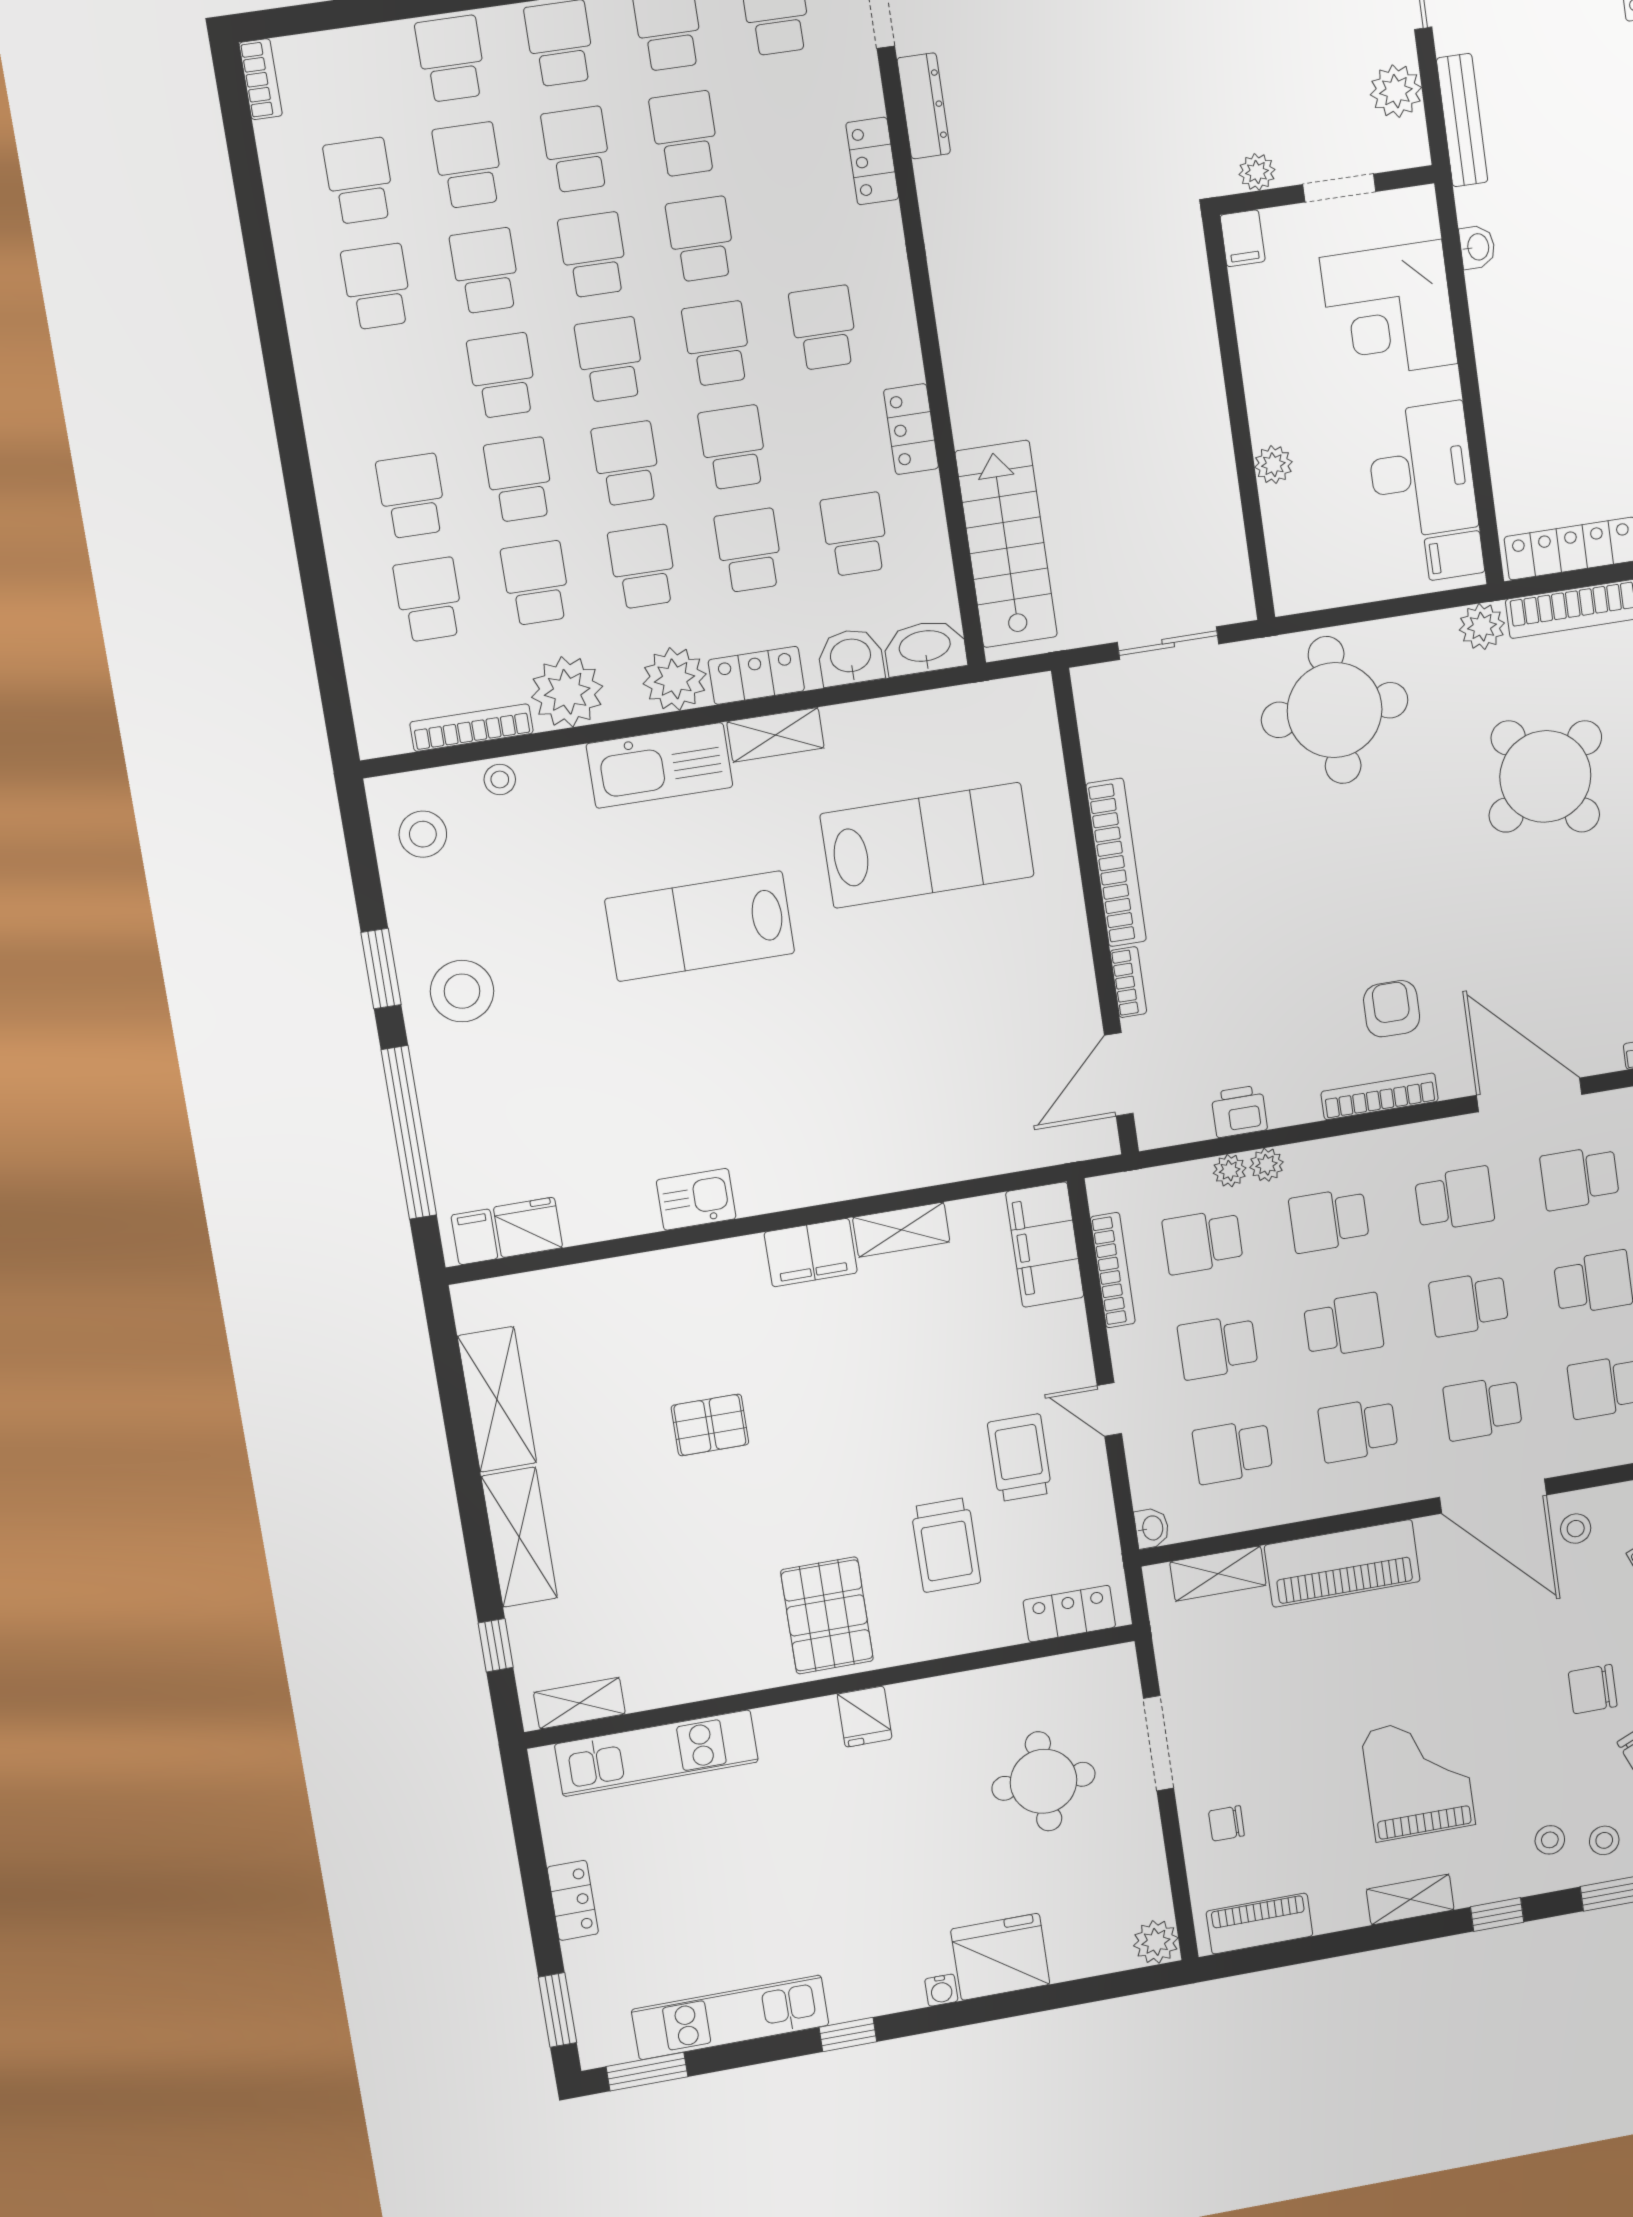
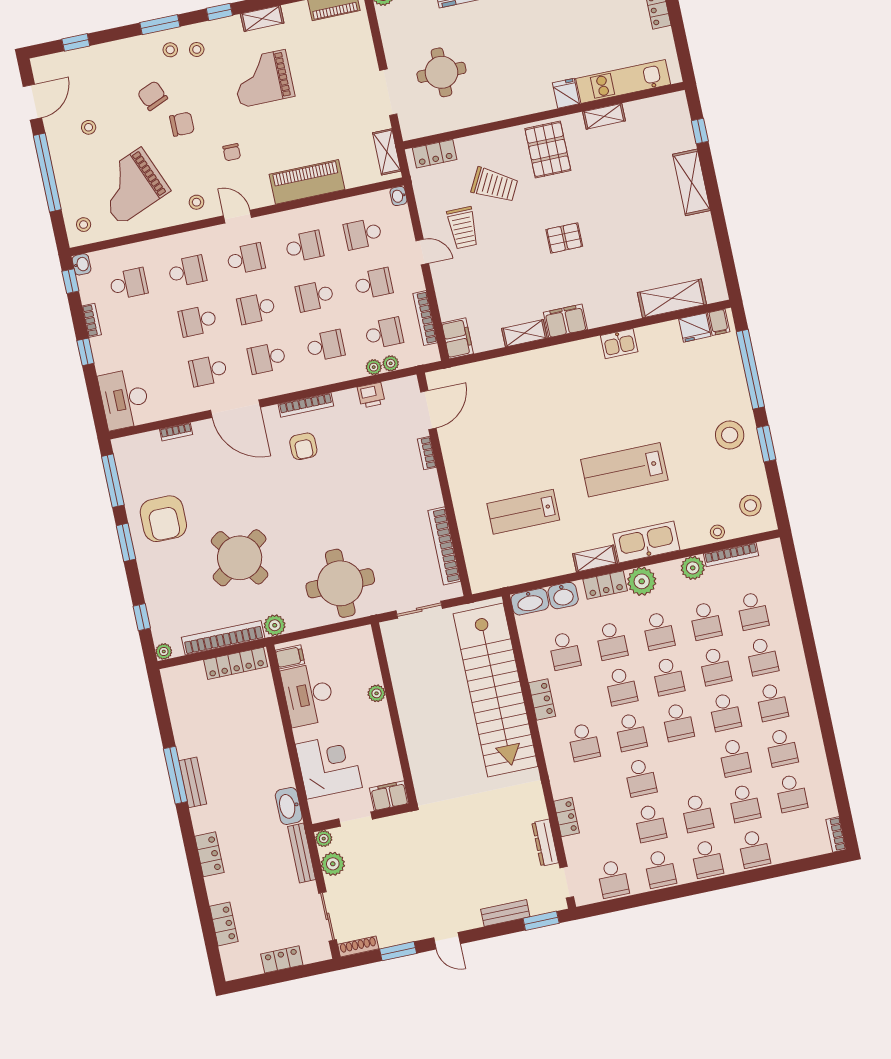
plant: (1257, 172) -> (324, 839), moved
filing cabinet: (1243, 238) -> (389, 796), width x2.00
washbasin: (1477, 247) -> (289, 806), width x1.91, depth x1.45
school desk: (593, 255) -> (772, 702), moved
stairs: (1006, 544) -> (496, 690), width x1.86, depth x1.51
plant: (567, 692) -> (693, 568), width x0.73, depth x0.73
lab bench: (927, 845) -> (523, 512), width x0.73, depth x0.72
bookcase: (1116, 862) -> (444, 546), moved
lab bench: (700, 926) -> (624, 470), turned 180
plant: (1267, 1165) -> (391, 363), moved
school desk: (1580, 1178) -> (208, 371), turned 180
filing cabinet: (1045, 1245) -> (457, 338), width x0.67, depth x0.86
school desk: (1469, 1304) -> (256, 308), turned 180
shelving: (497, 1399) -> (672, 298), moved, turned 90
pallet: (710, 1425) -> (564, 238), moved
school desk: (1233, 1452) -> (363, 234), turned 180
door: (1493, 1496) -> (237, 217), width x0.53
trolley: (946, 1545) -> (495, 185), turned 118
shelving: (1218, 1574) -> (387, 152), moved, turned 90
shelving: (579, 1703) -> (604, 116), moved
fridge: (865, 1717) -> (566, 93), moved
grand piano: (1418, 1778) -> (263, 78), turned 90
chair: (1226, 1823) -> (232, 152), moved, turned 90

